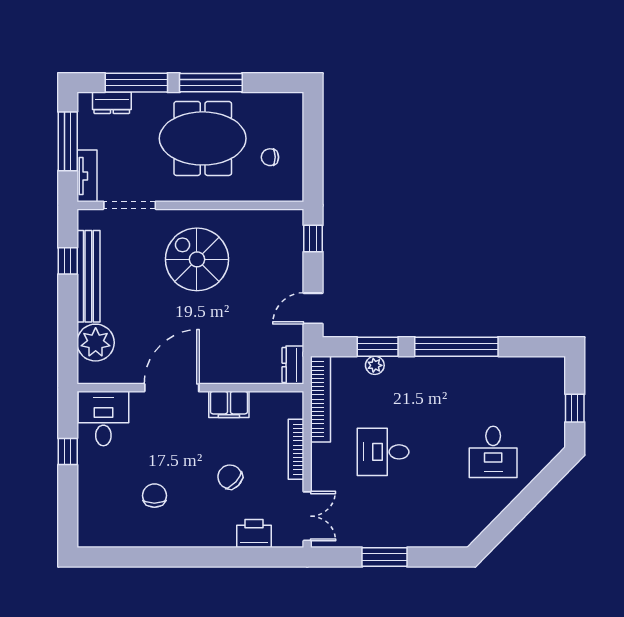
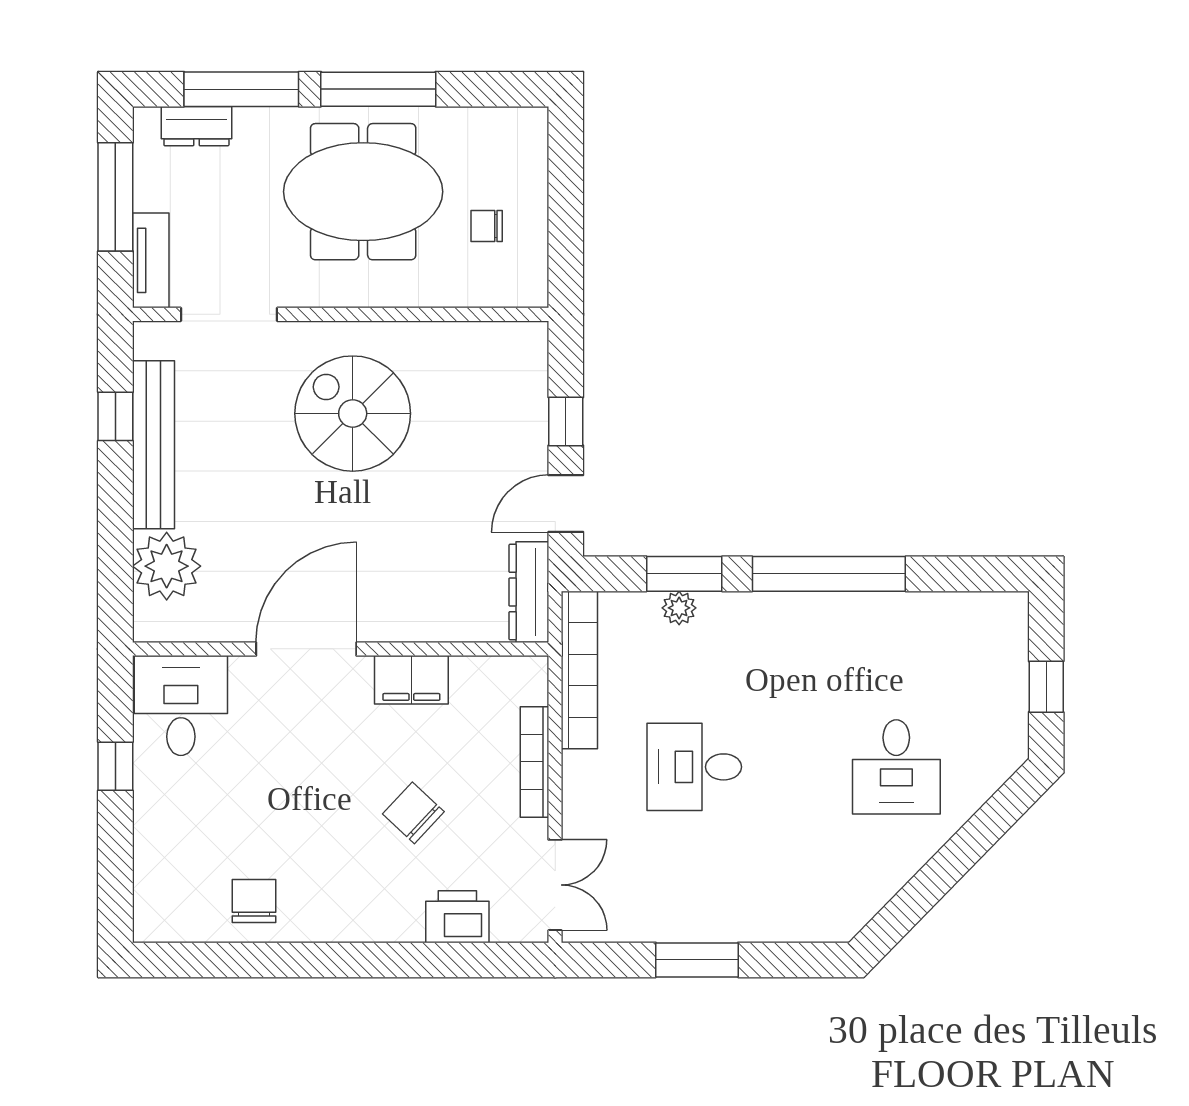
window: (313, 239) -> (566, 421), moved
dresser: (293, 365) -> (529, 592), width x1.44
chair: (154, 496) -> (254, 901), moved

